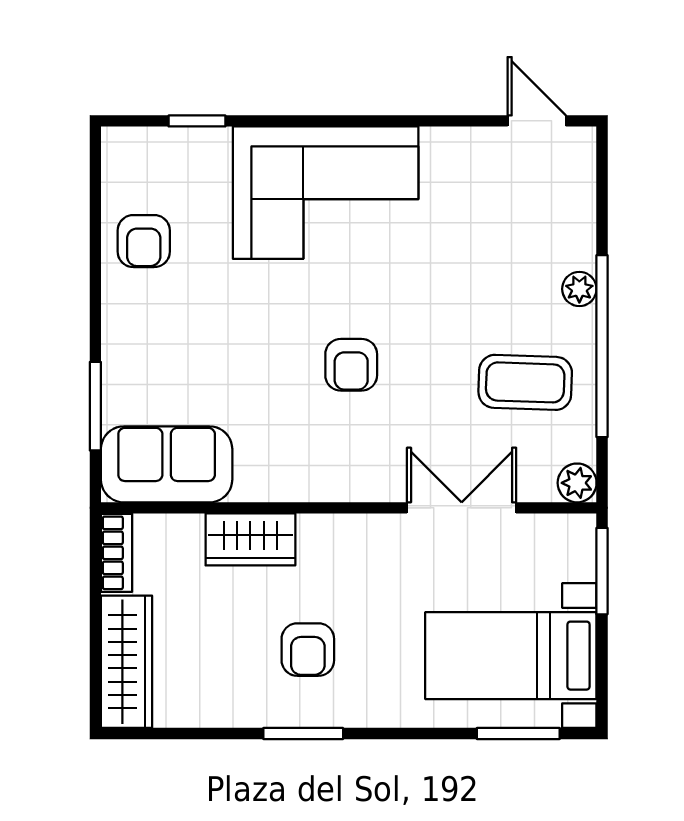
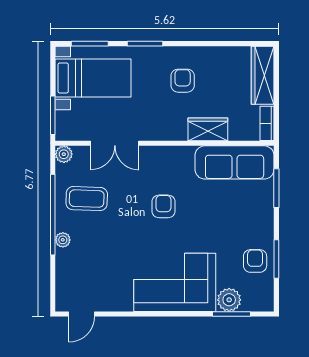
window: (197, 121) -> (232, 314), width x1.50
door: (537, 121) -> (82, 314), hinge flipped
plant: (202, 153) -> (229, 300), added
window: (95, 246) -> (276, 259), added
sofa: (167, 464) -> (235, 162), width x1.36
window: (303, 733) -> (145, 44), moved

